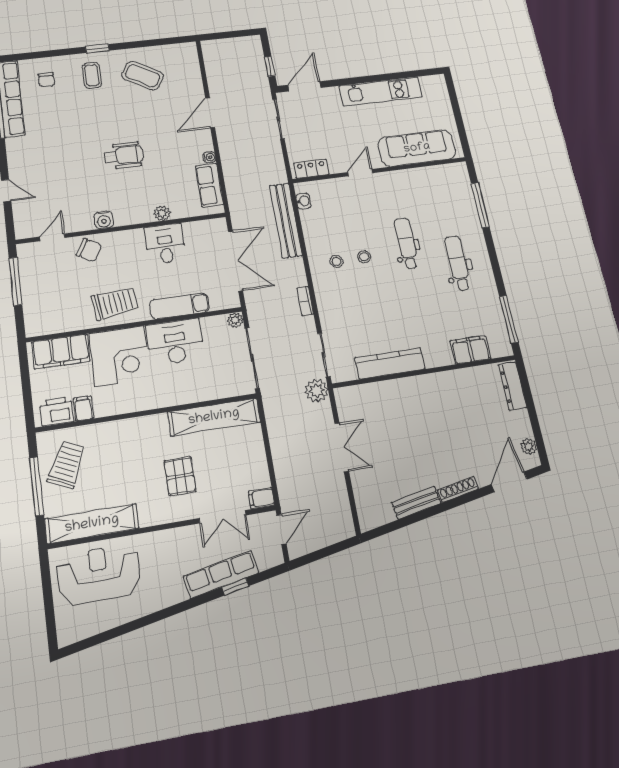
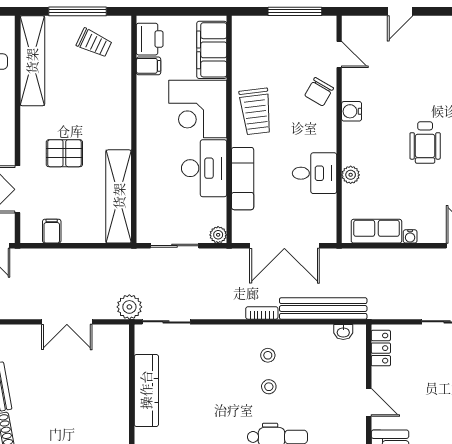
bookcase: (305, 301) -> (262, 313), moved
sliding door: (252, 358) -> (175, 246), width x0.73
trolley: (67, 465) -> (94, 43), width x0.73, depth x0.72
filing cabinet: (262, 498) -> (52, 231), moved

